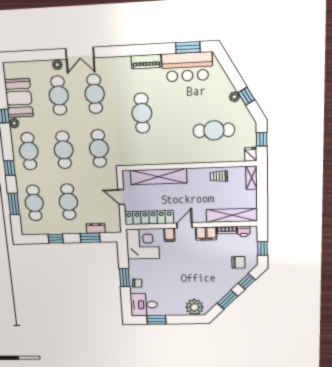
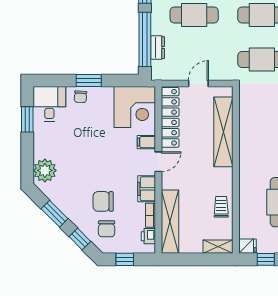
door: (184, 225) -> (158, 162), hinge flipped
window: (90, 238) -> (145, 39), width x2.11
chair: (217, 265) -> (103, 201), added

